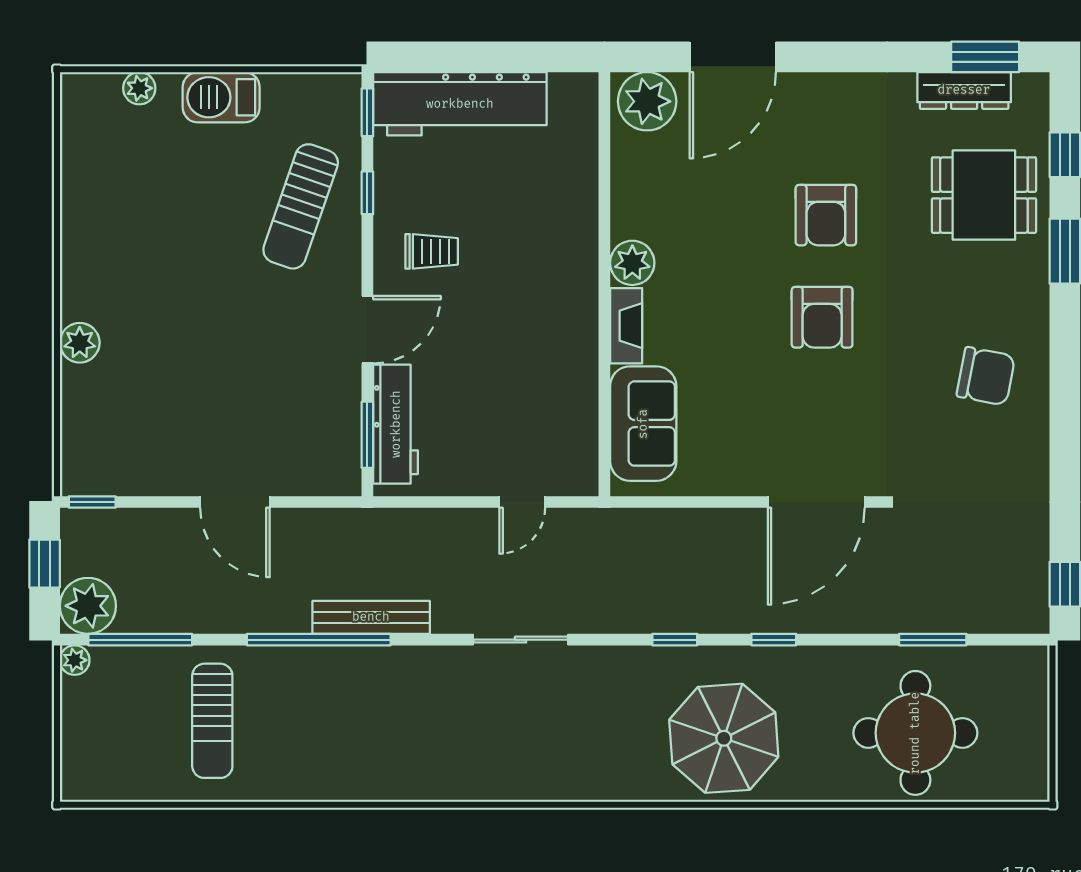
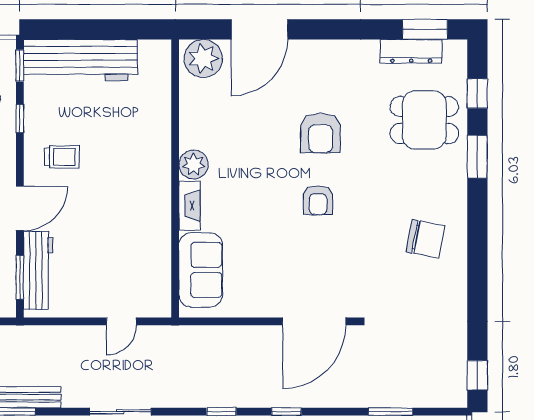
armchair: (822, 317) -> (318, 200), width x0.72, depth x0.72

